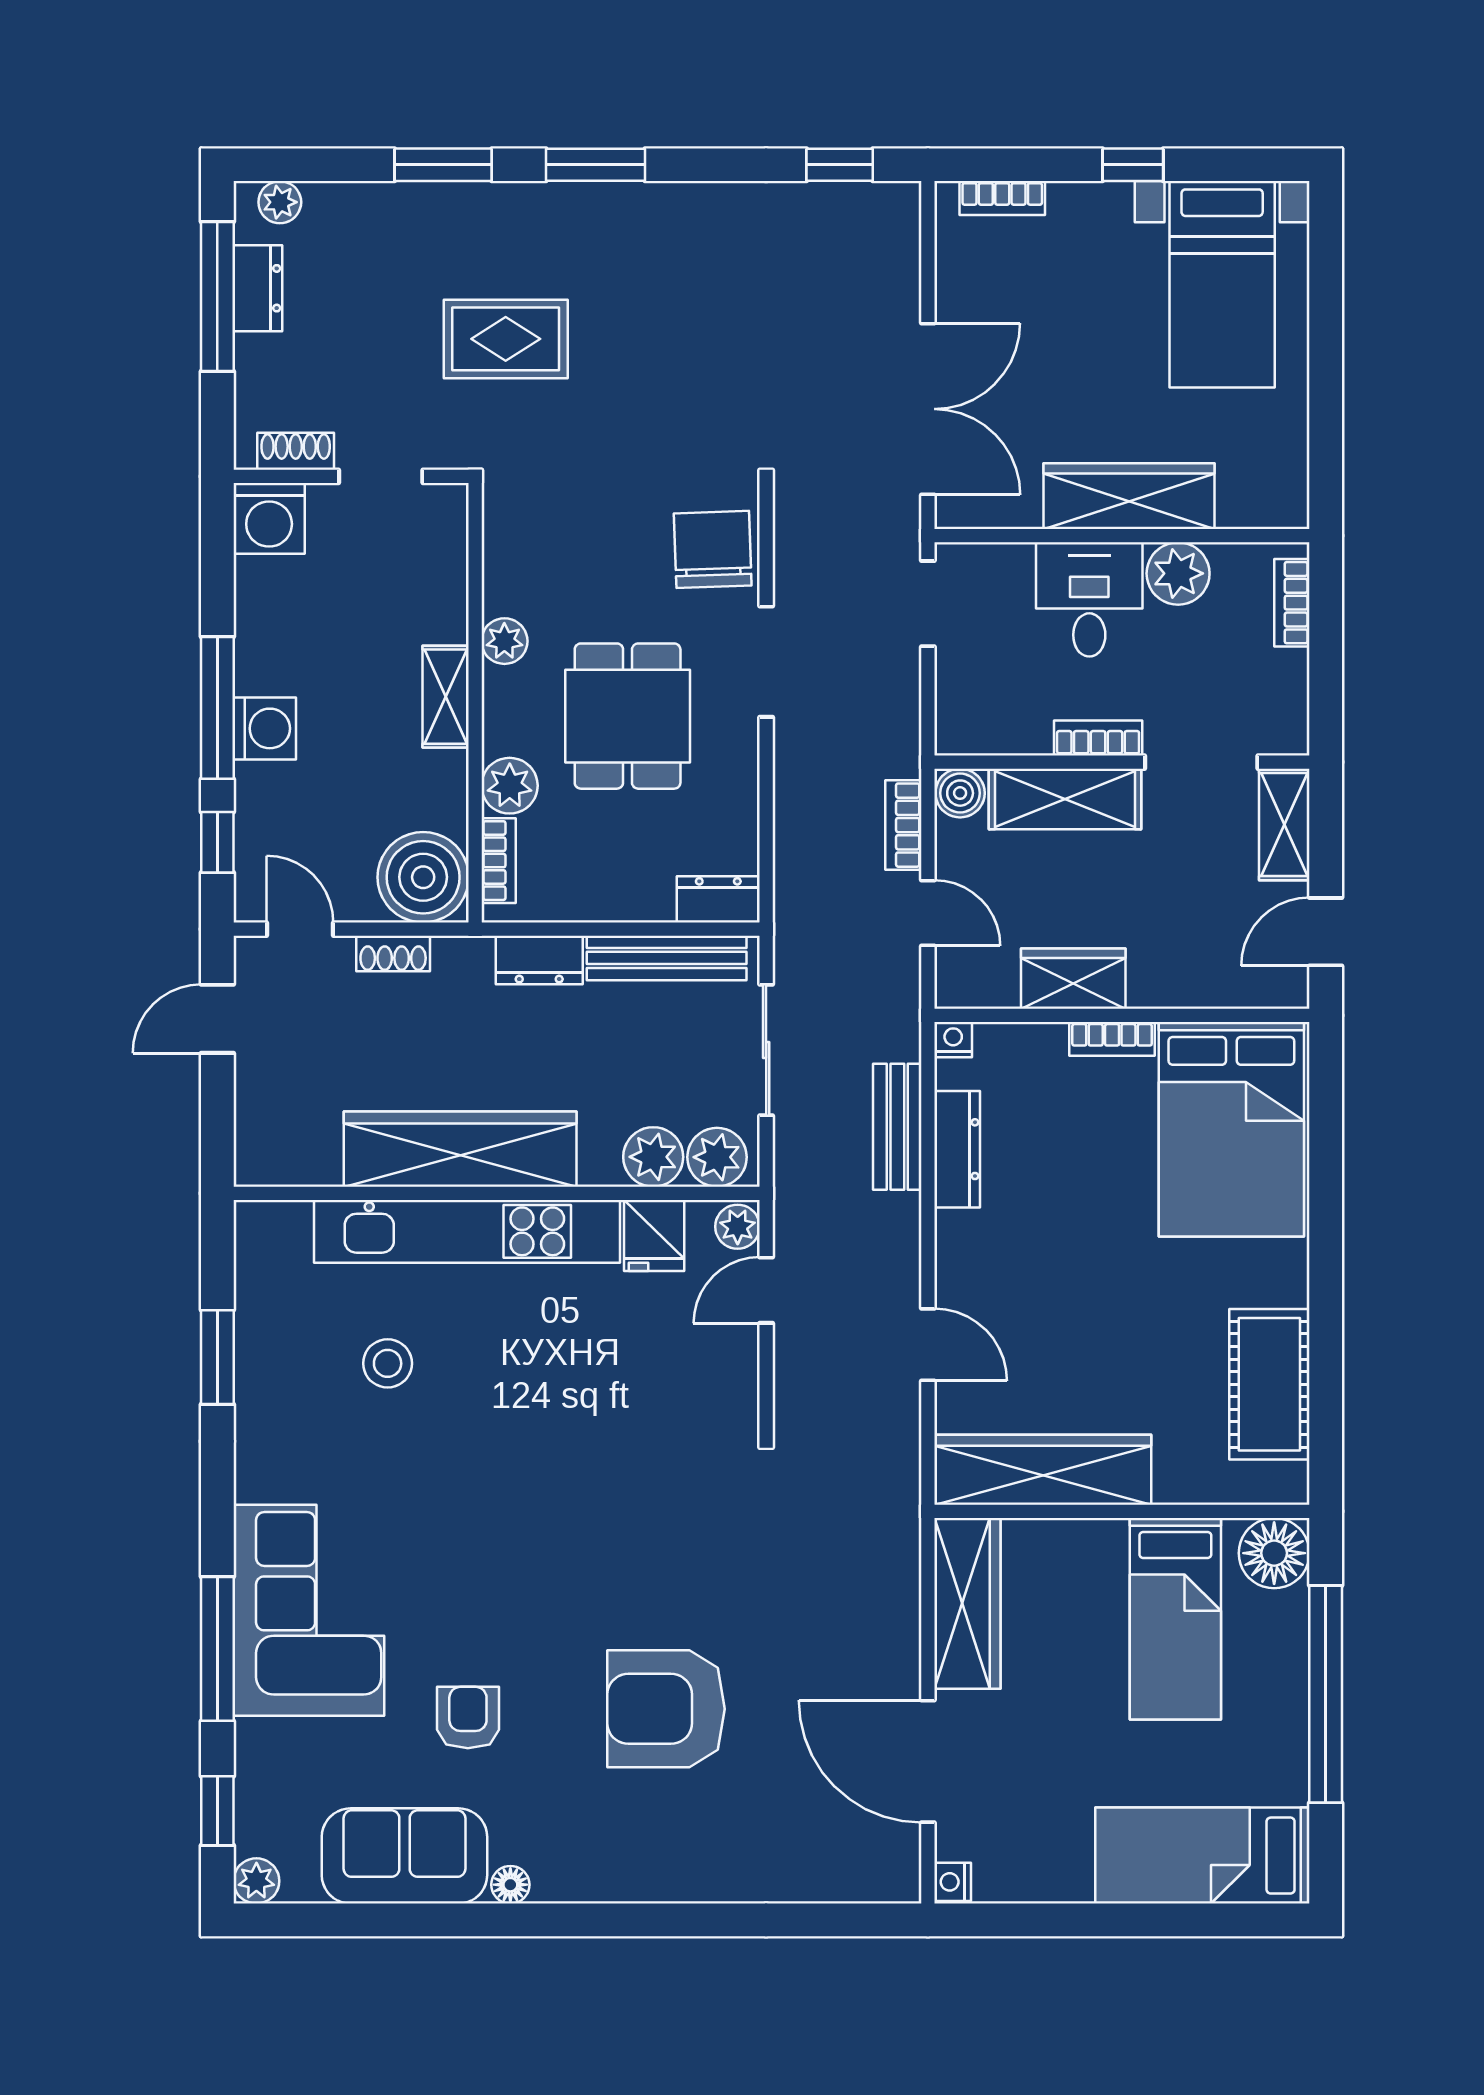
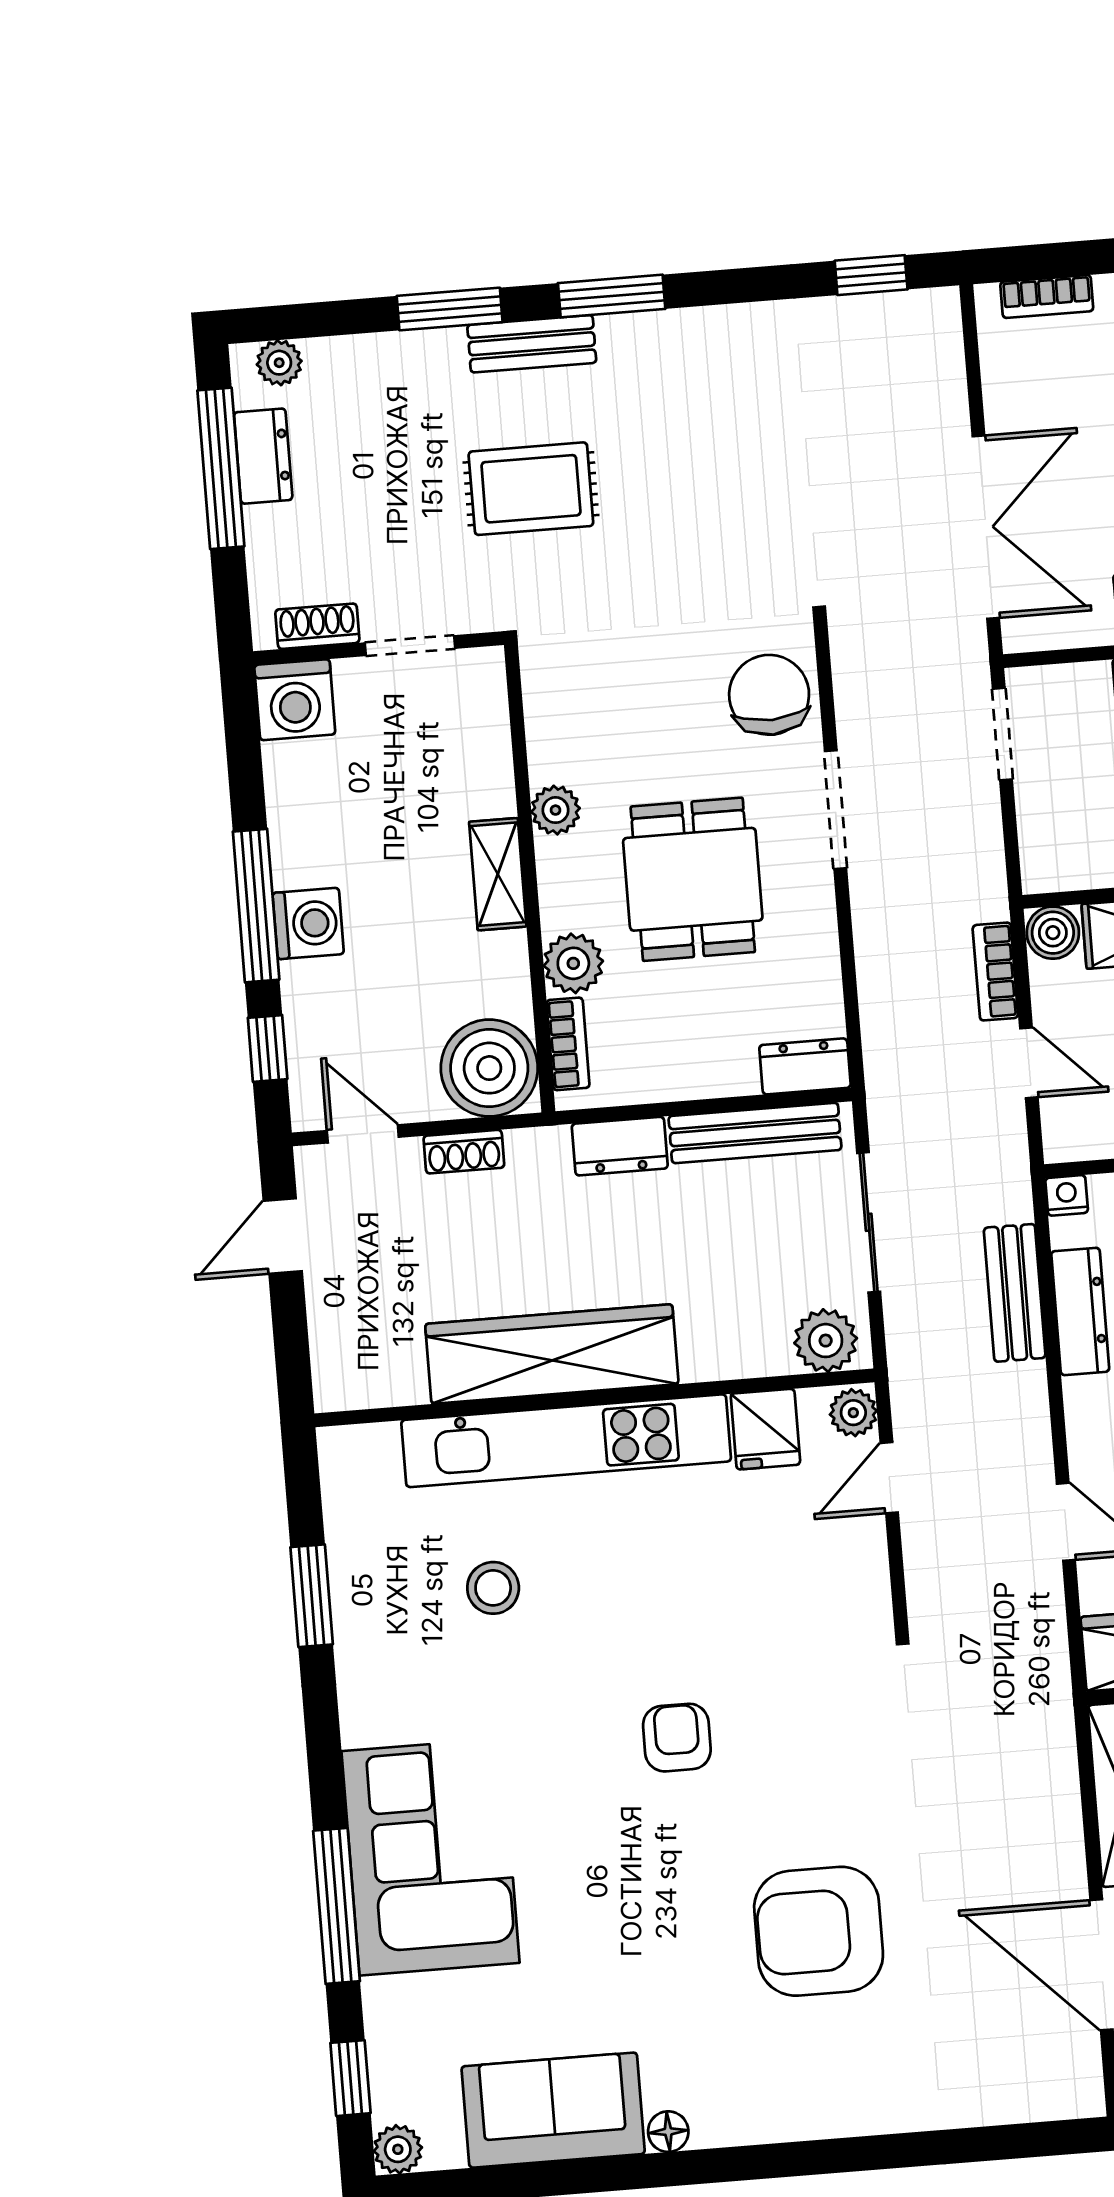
bench: (517, 204) -> (532, 344), added
plant: (653, 1157) -> (758, 1346), removed
armchair: (468, 1718) -> (677, 1738), moved

